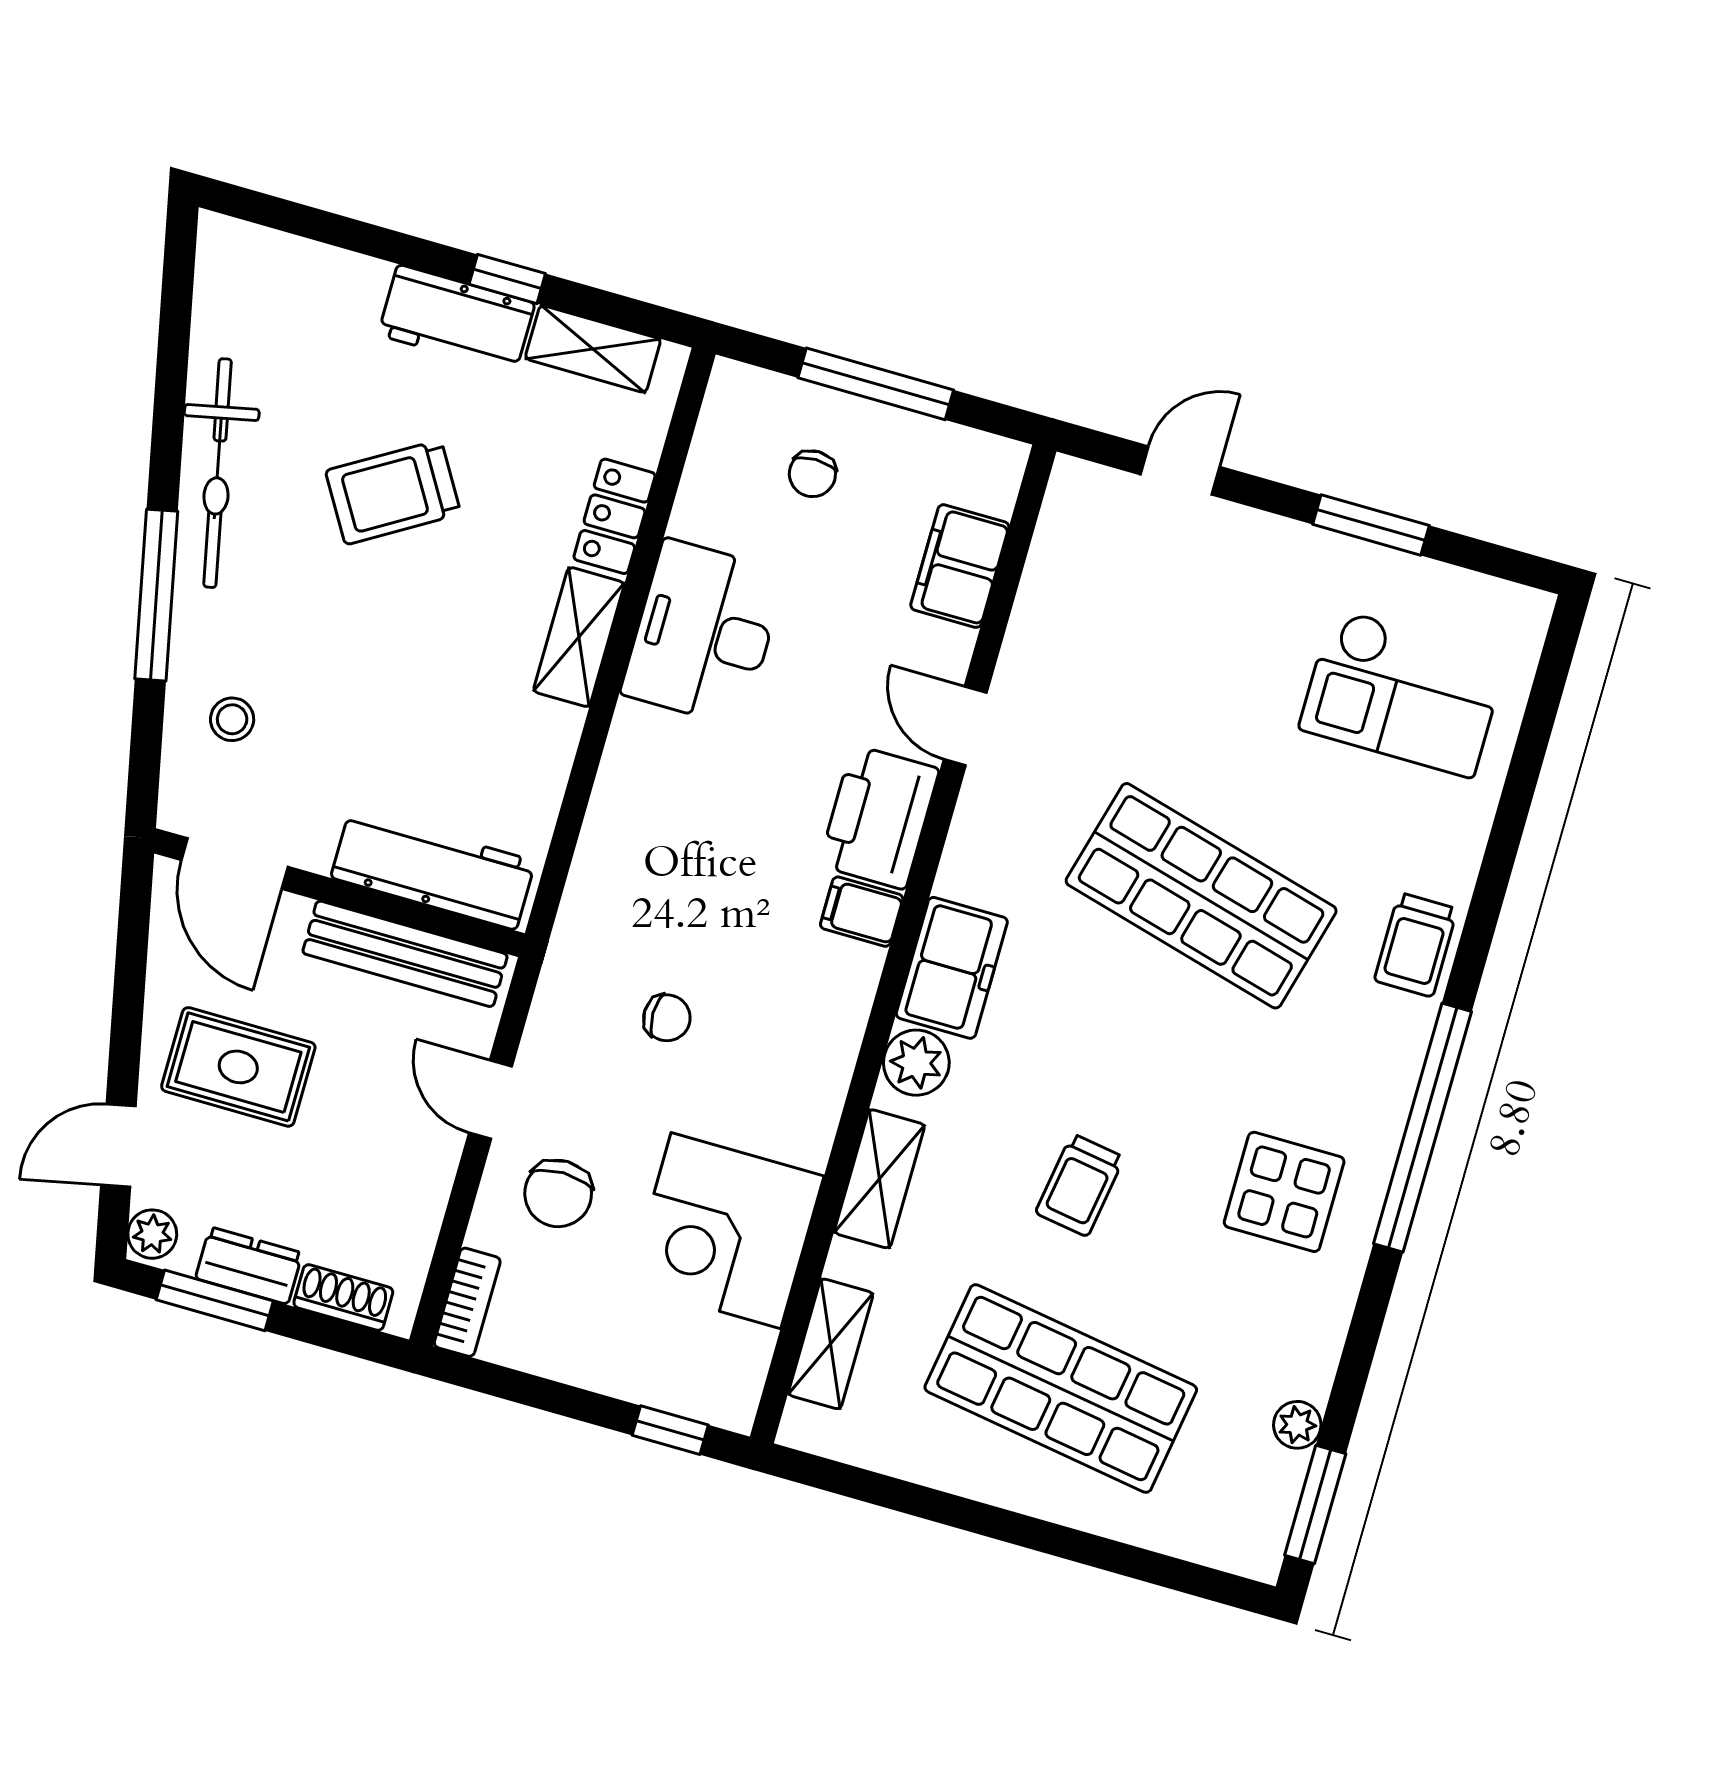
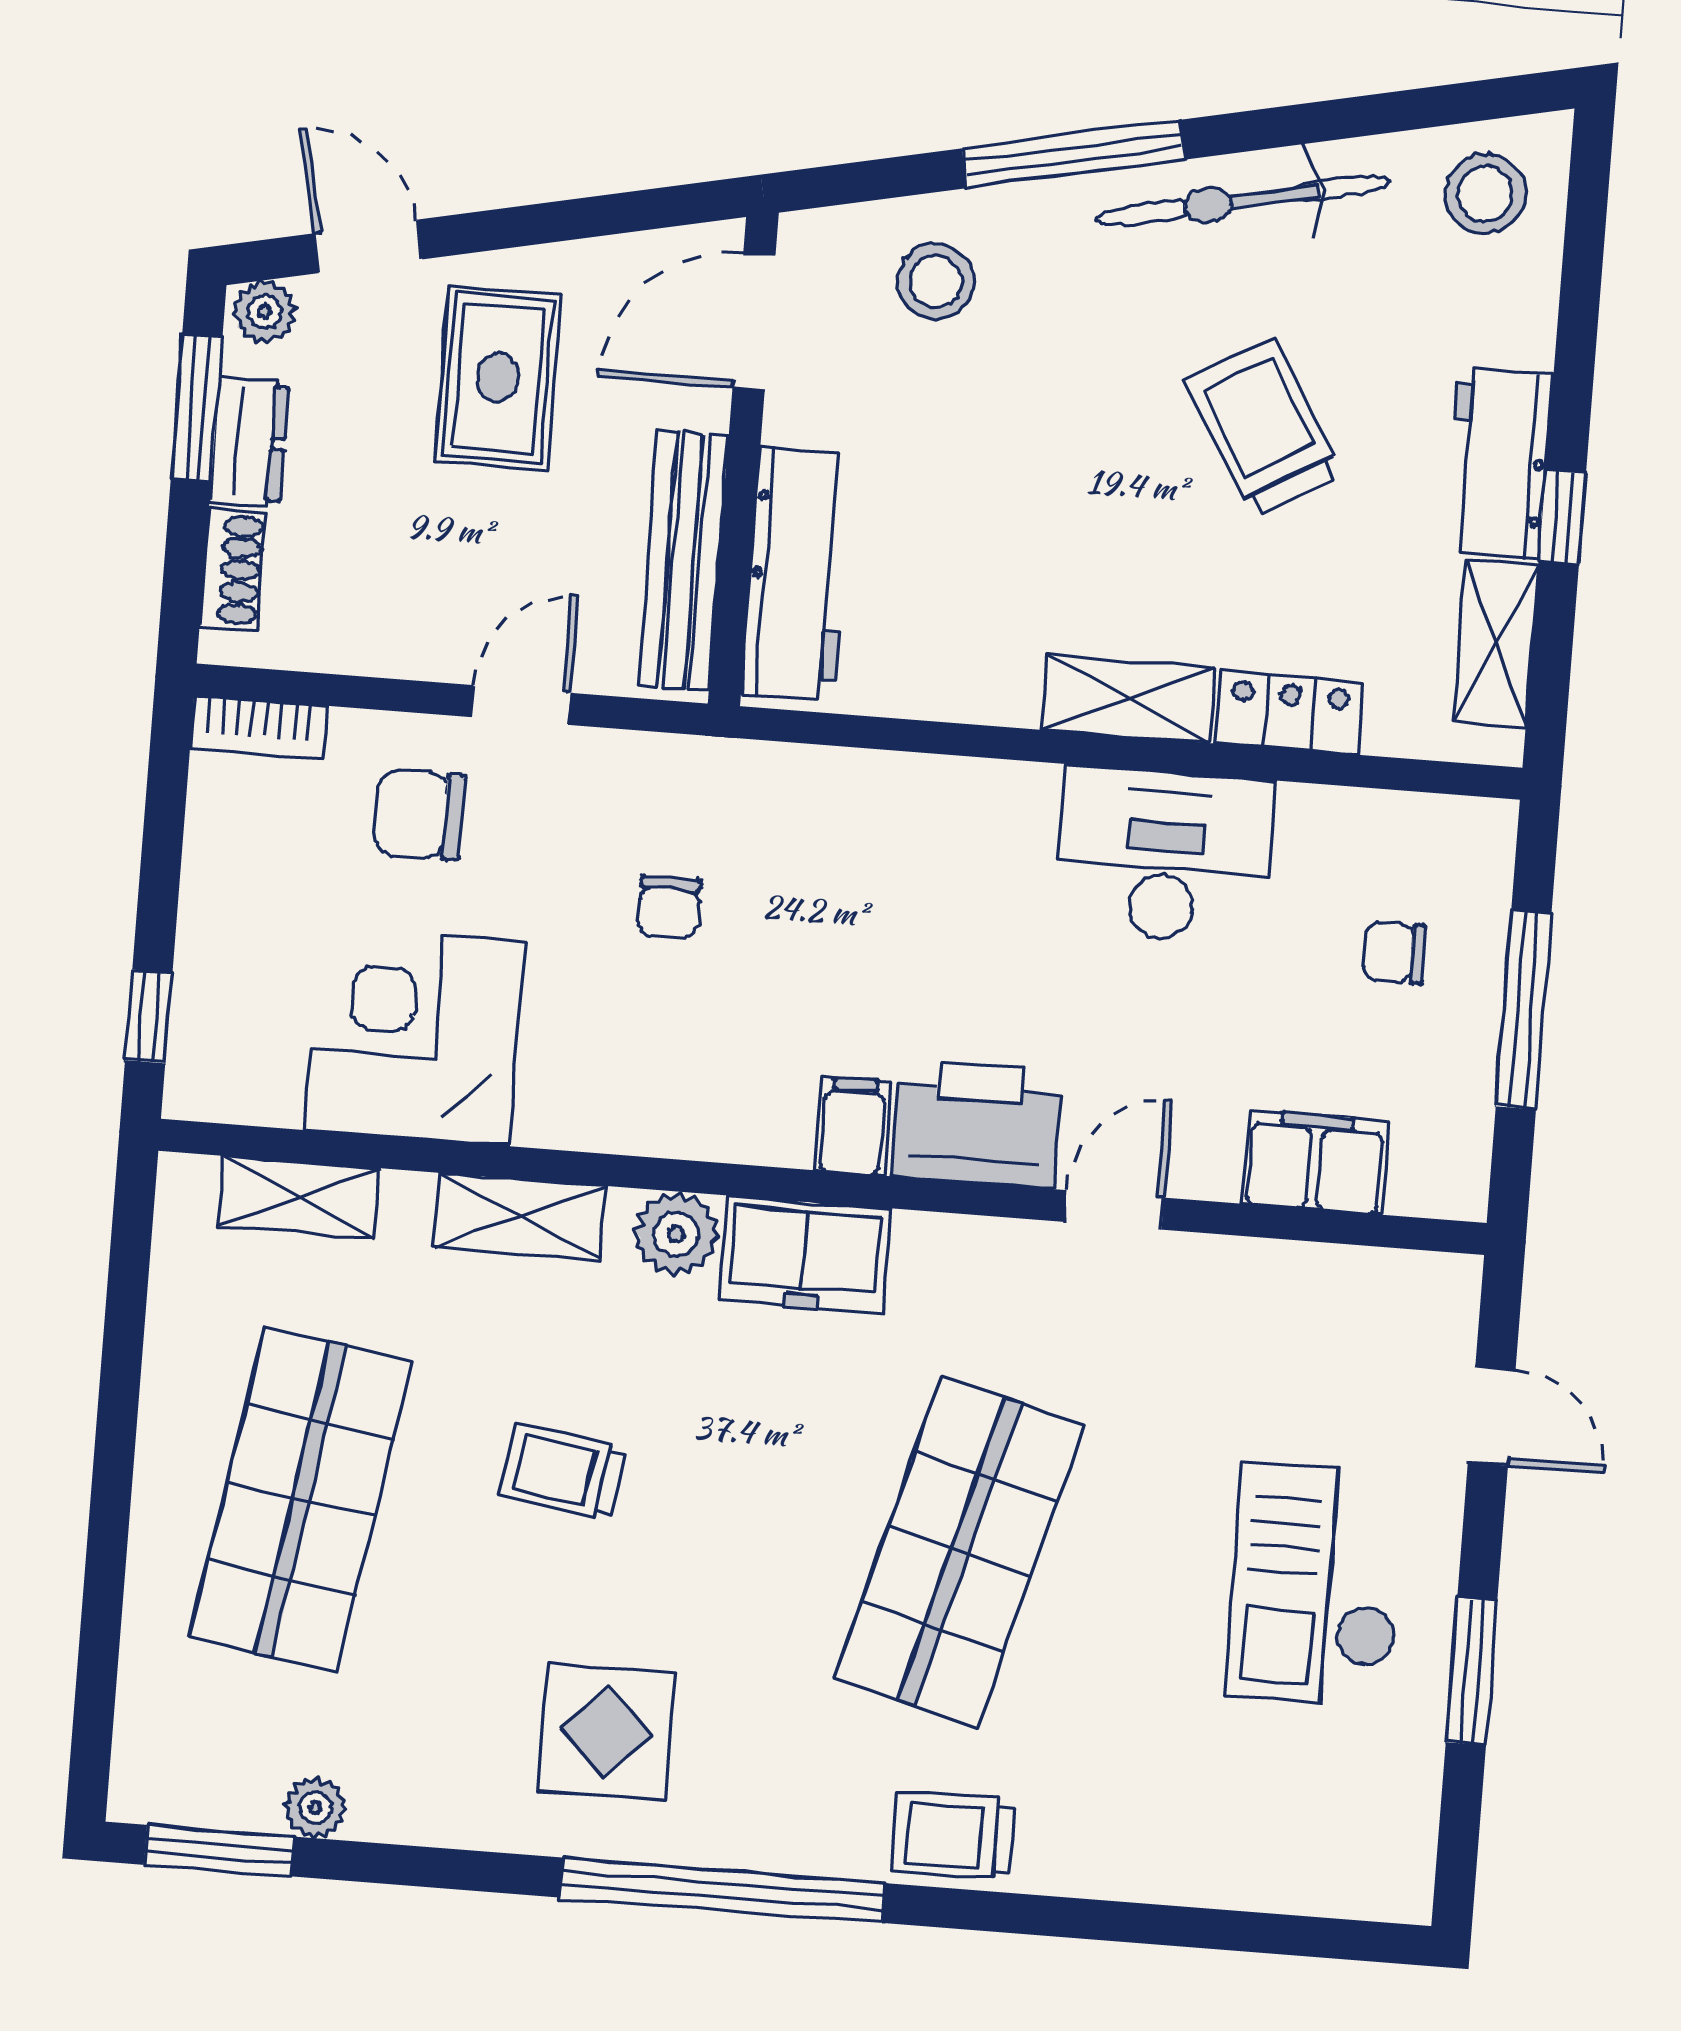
stool: (250, 288) -> (1485, 194), added
checkout: (1403, 693) -> (1316, 1585), moved
stool: (232, 719) -> (936, 281), width x1.37, depth x1.37

